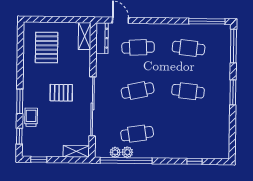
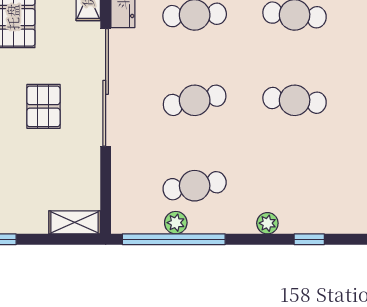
pallet: (61, 93) -> (43, 106), turned 90
sliding door: (92, 106) -> (106, 87), moved
plant: (115, 152) -> (267, 223), moved

